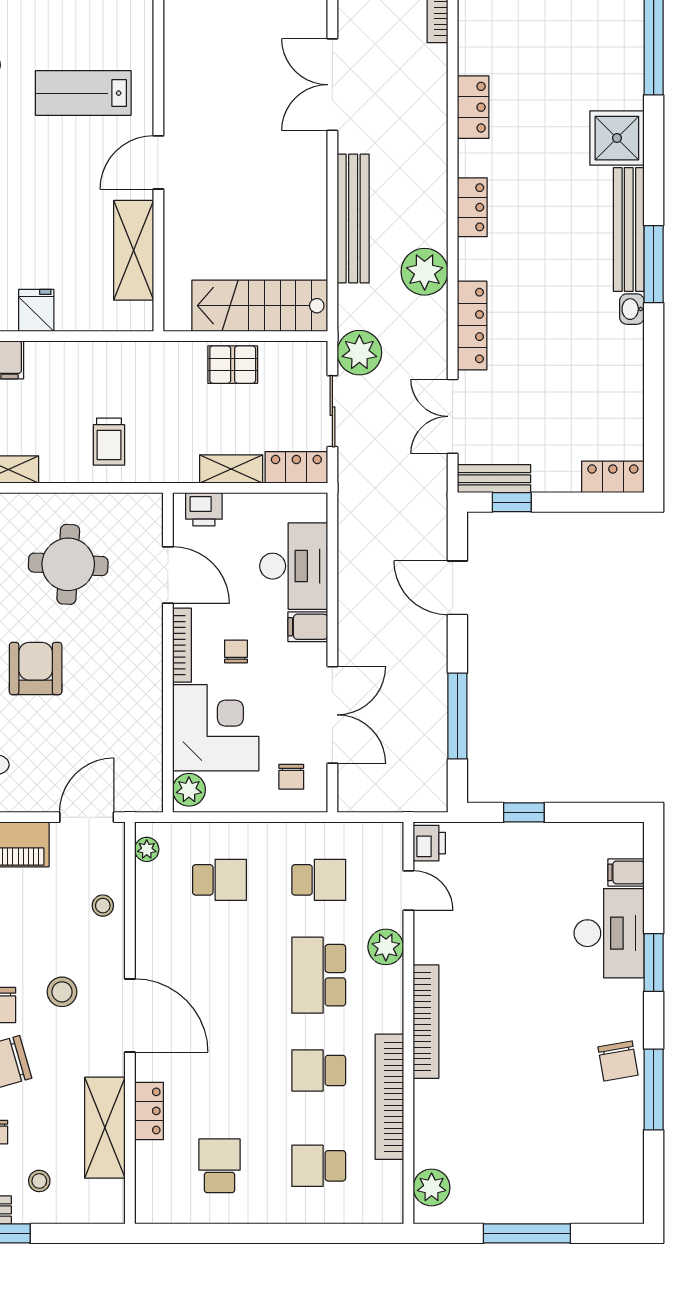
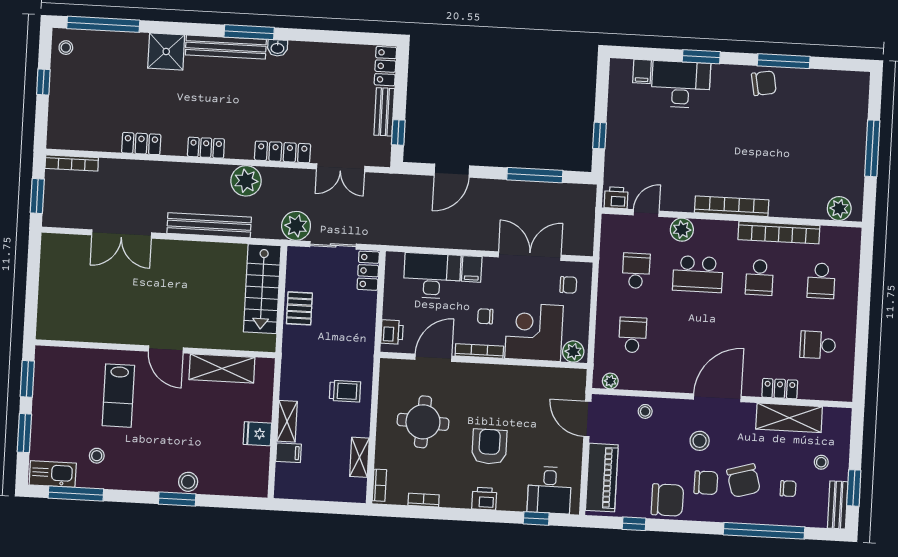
shelving: (231, 469) -> (287, 421), moved
bench: (494, 479) -> (384, 112), moved
armchair: (36, 669) -> (489, 447), turned 90

